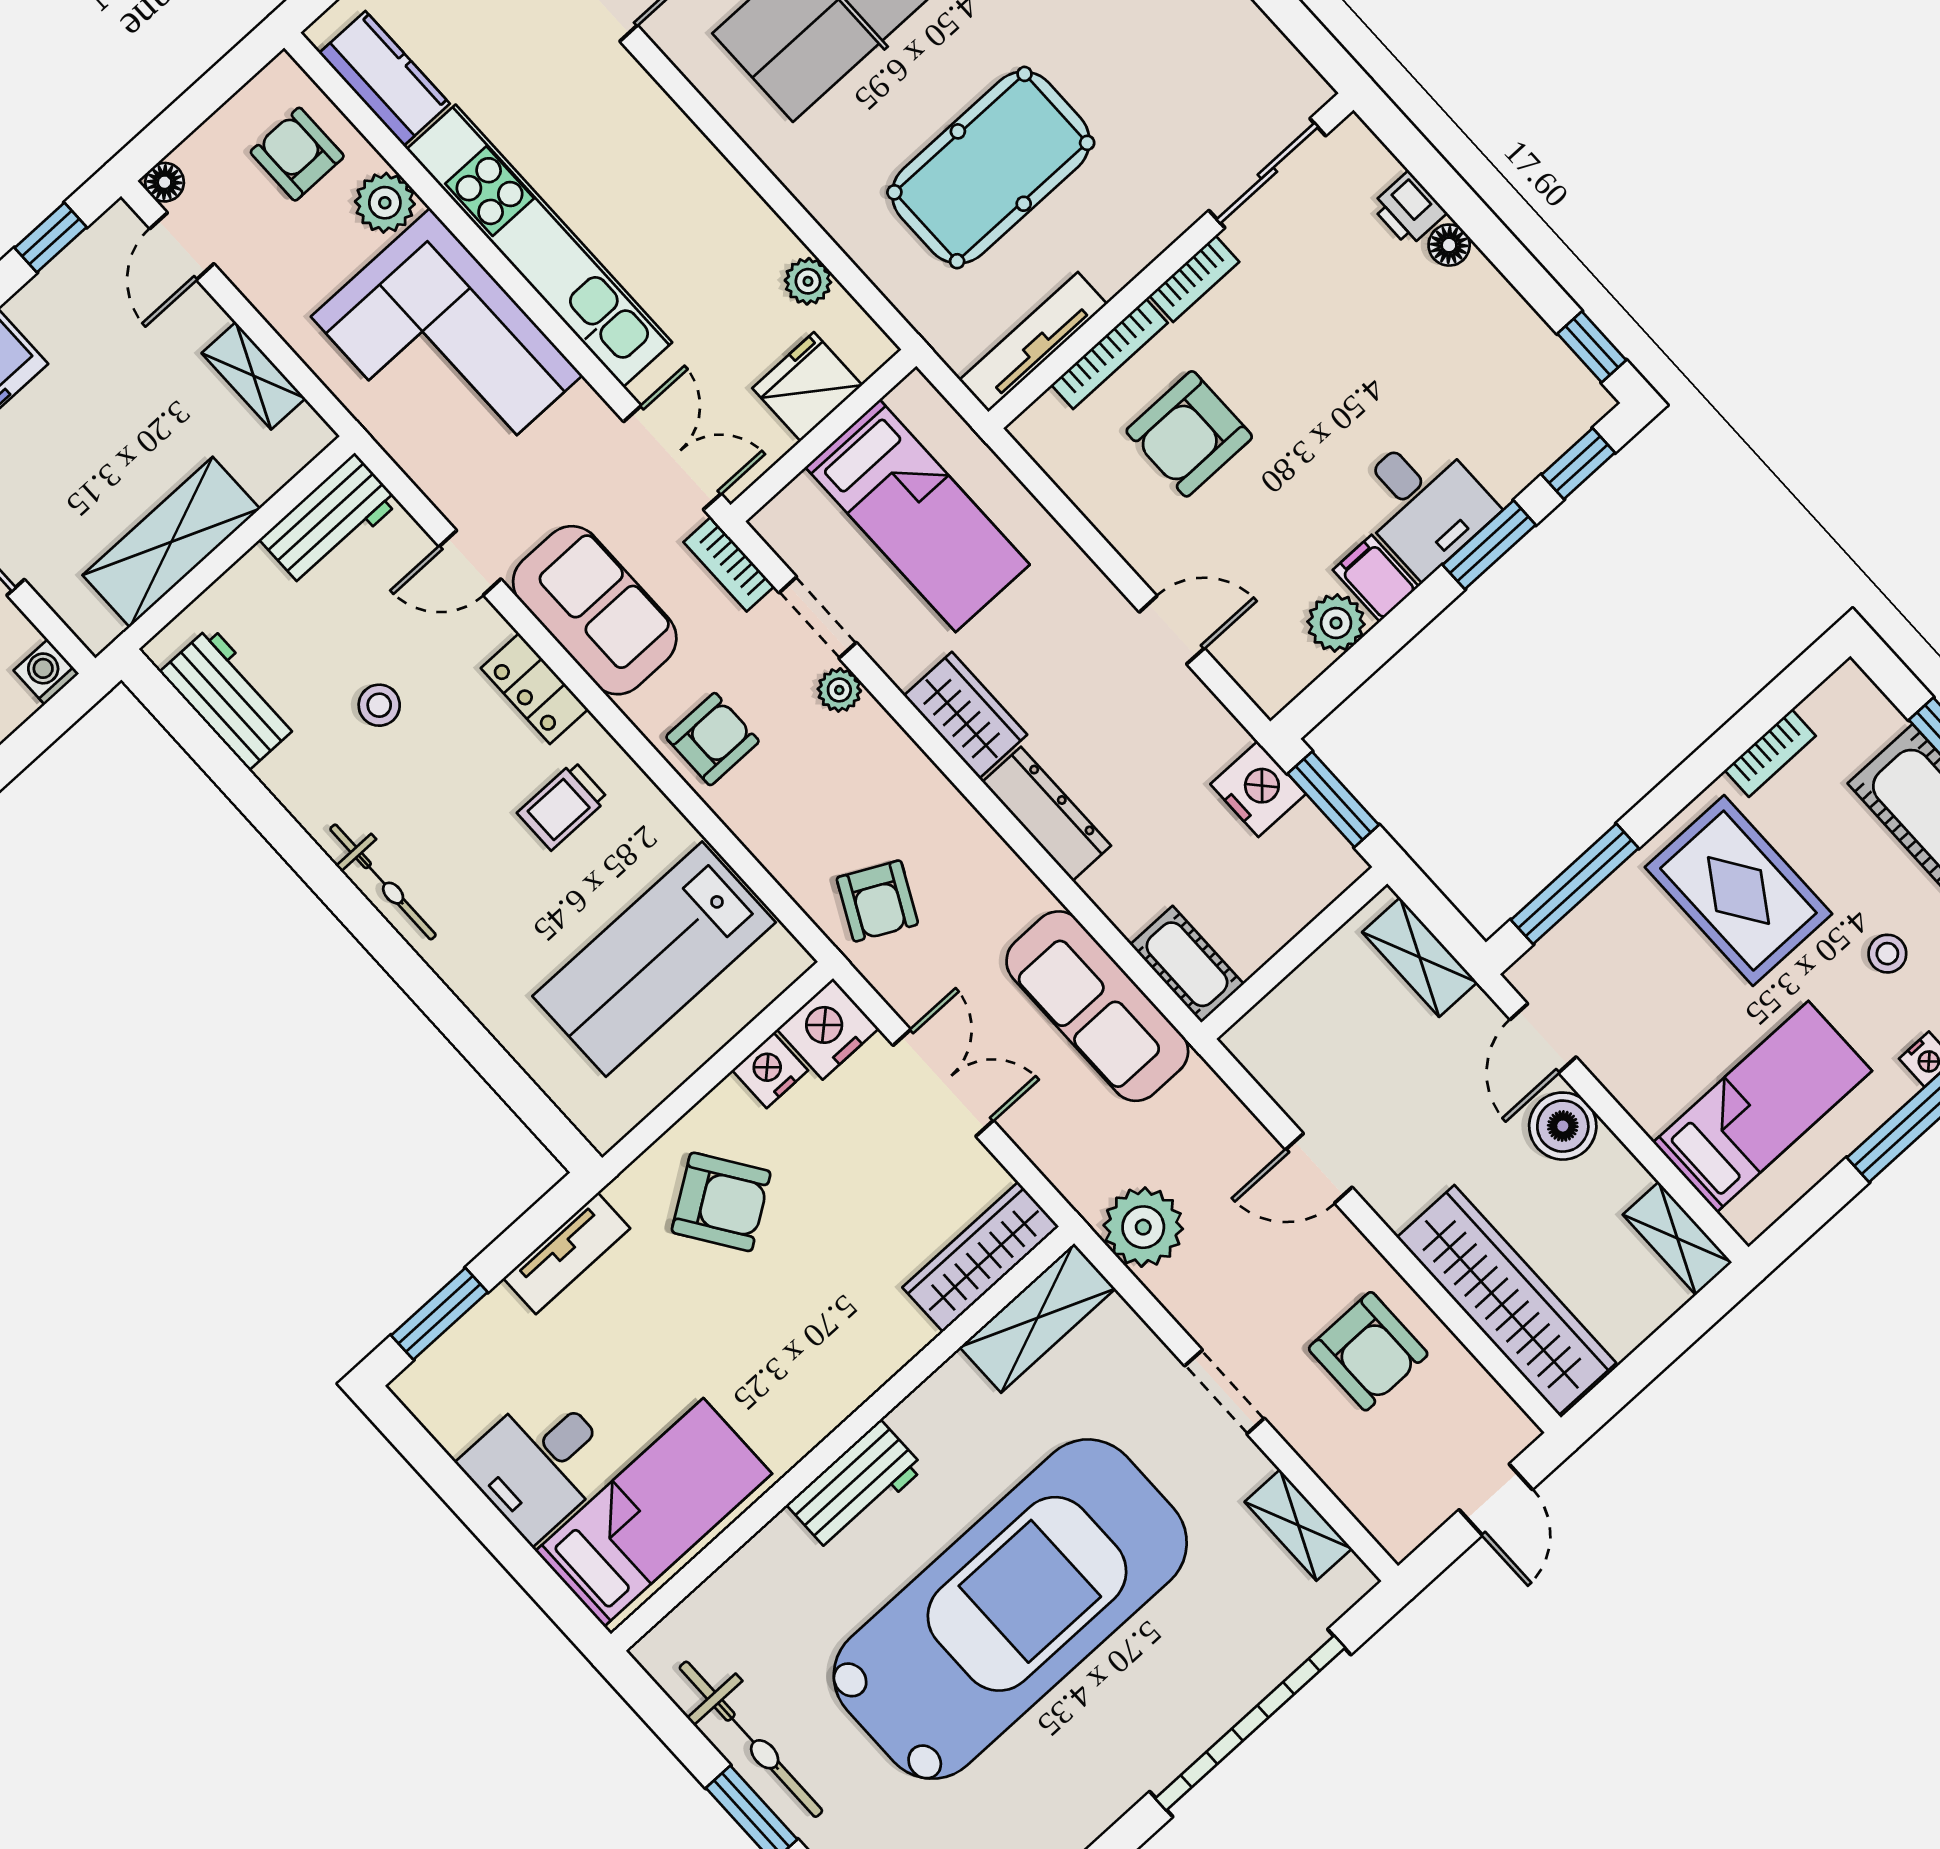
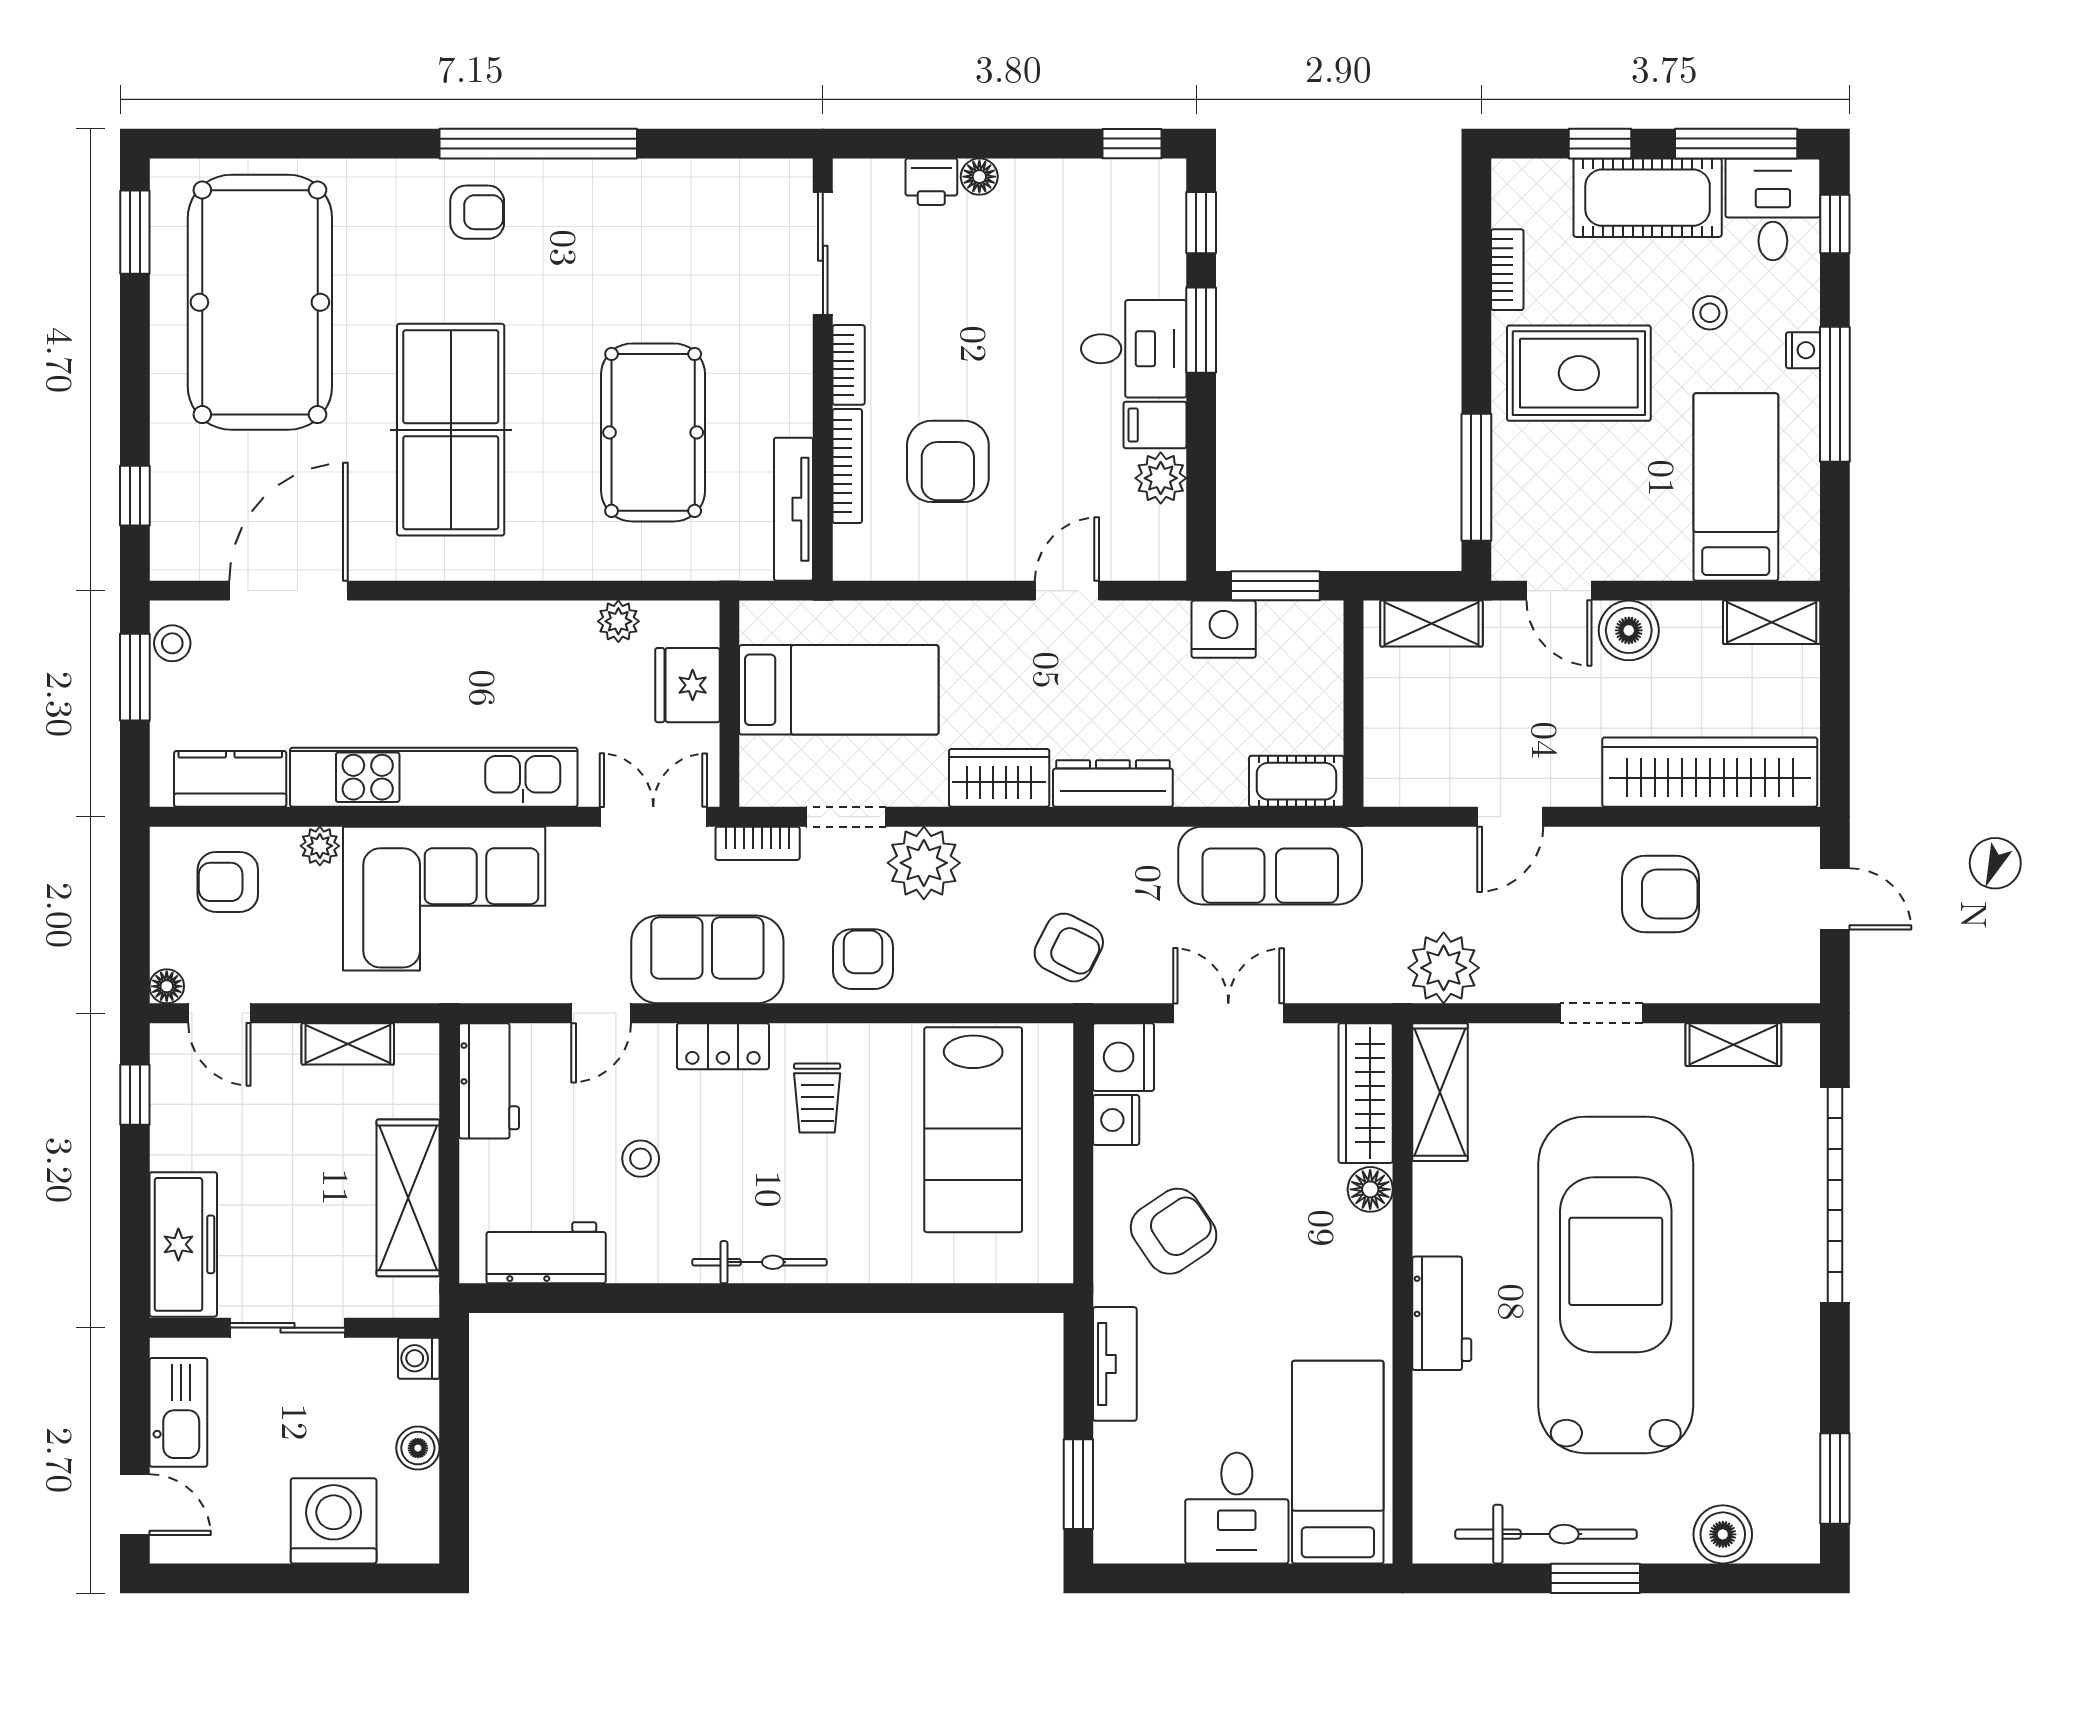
plant: (385, 203) -> (320, 846), width x0.73, depth x0.73
plant: (839, 690) -> (924, 863), width x1.88, depth x1.88
floor lamp: (904, 1333) -> (1370, 1189), added

